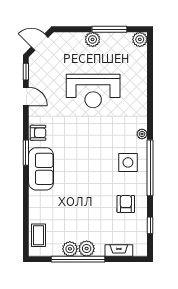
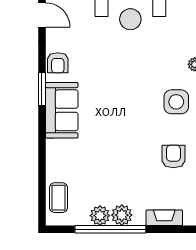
armchair: (38, 133) -> (58, 63), turned 90

